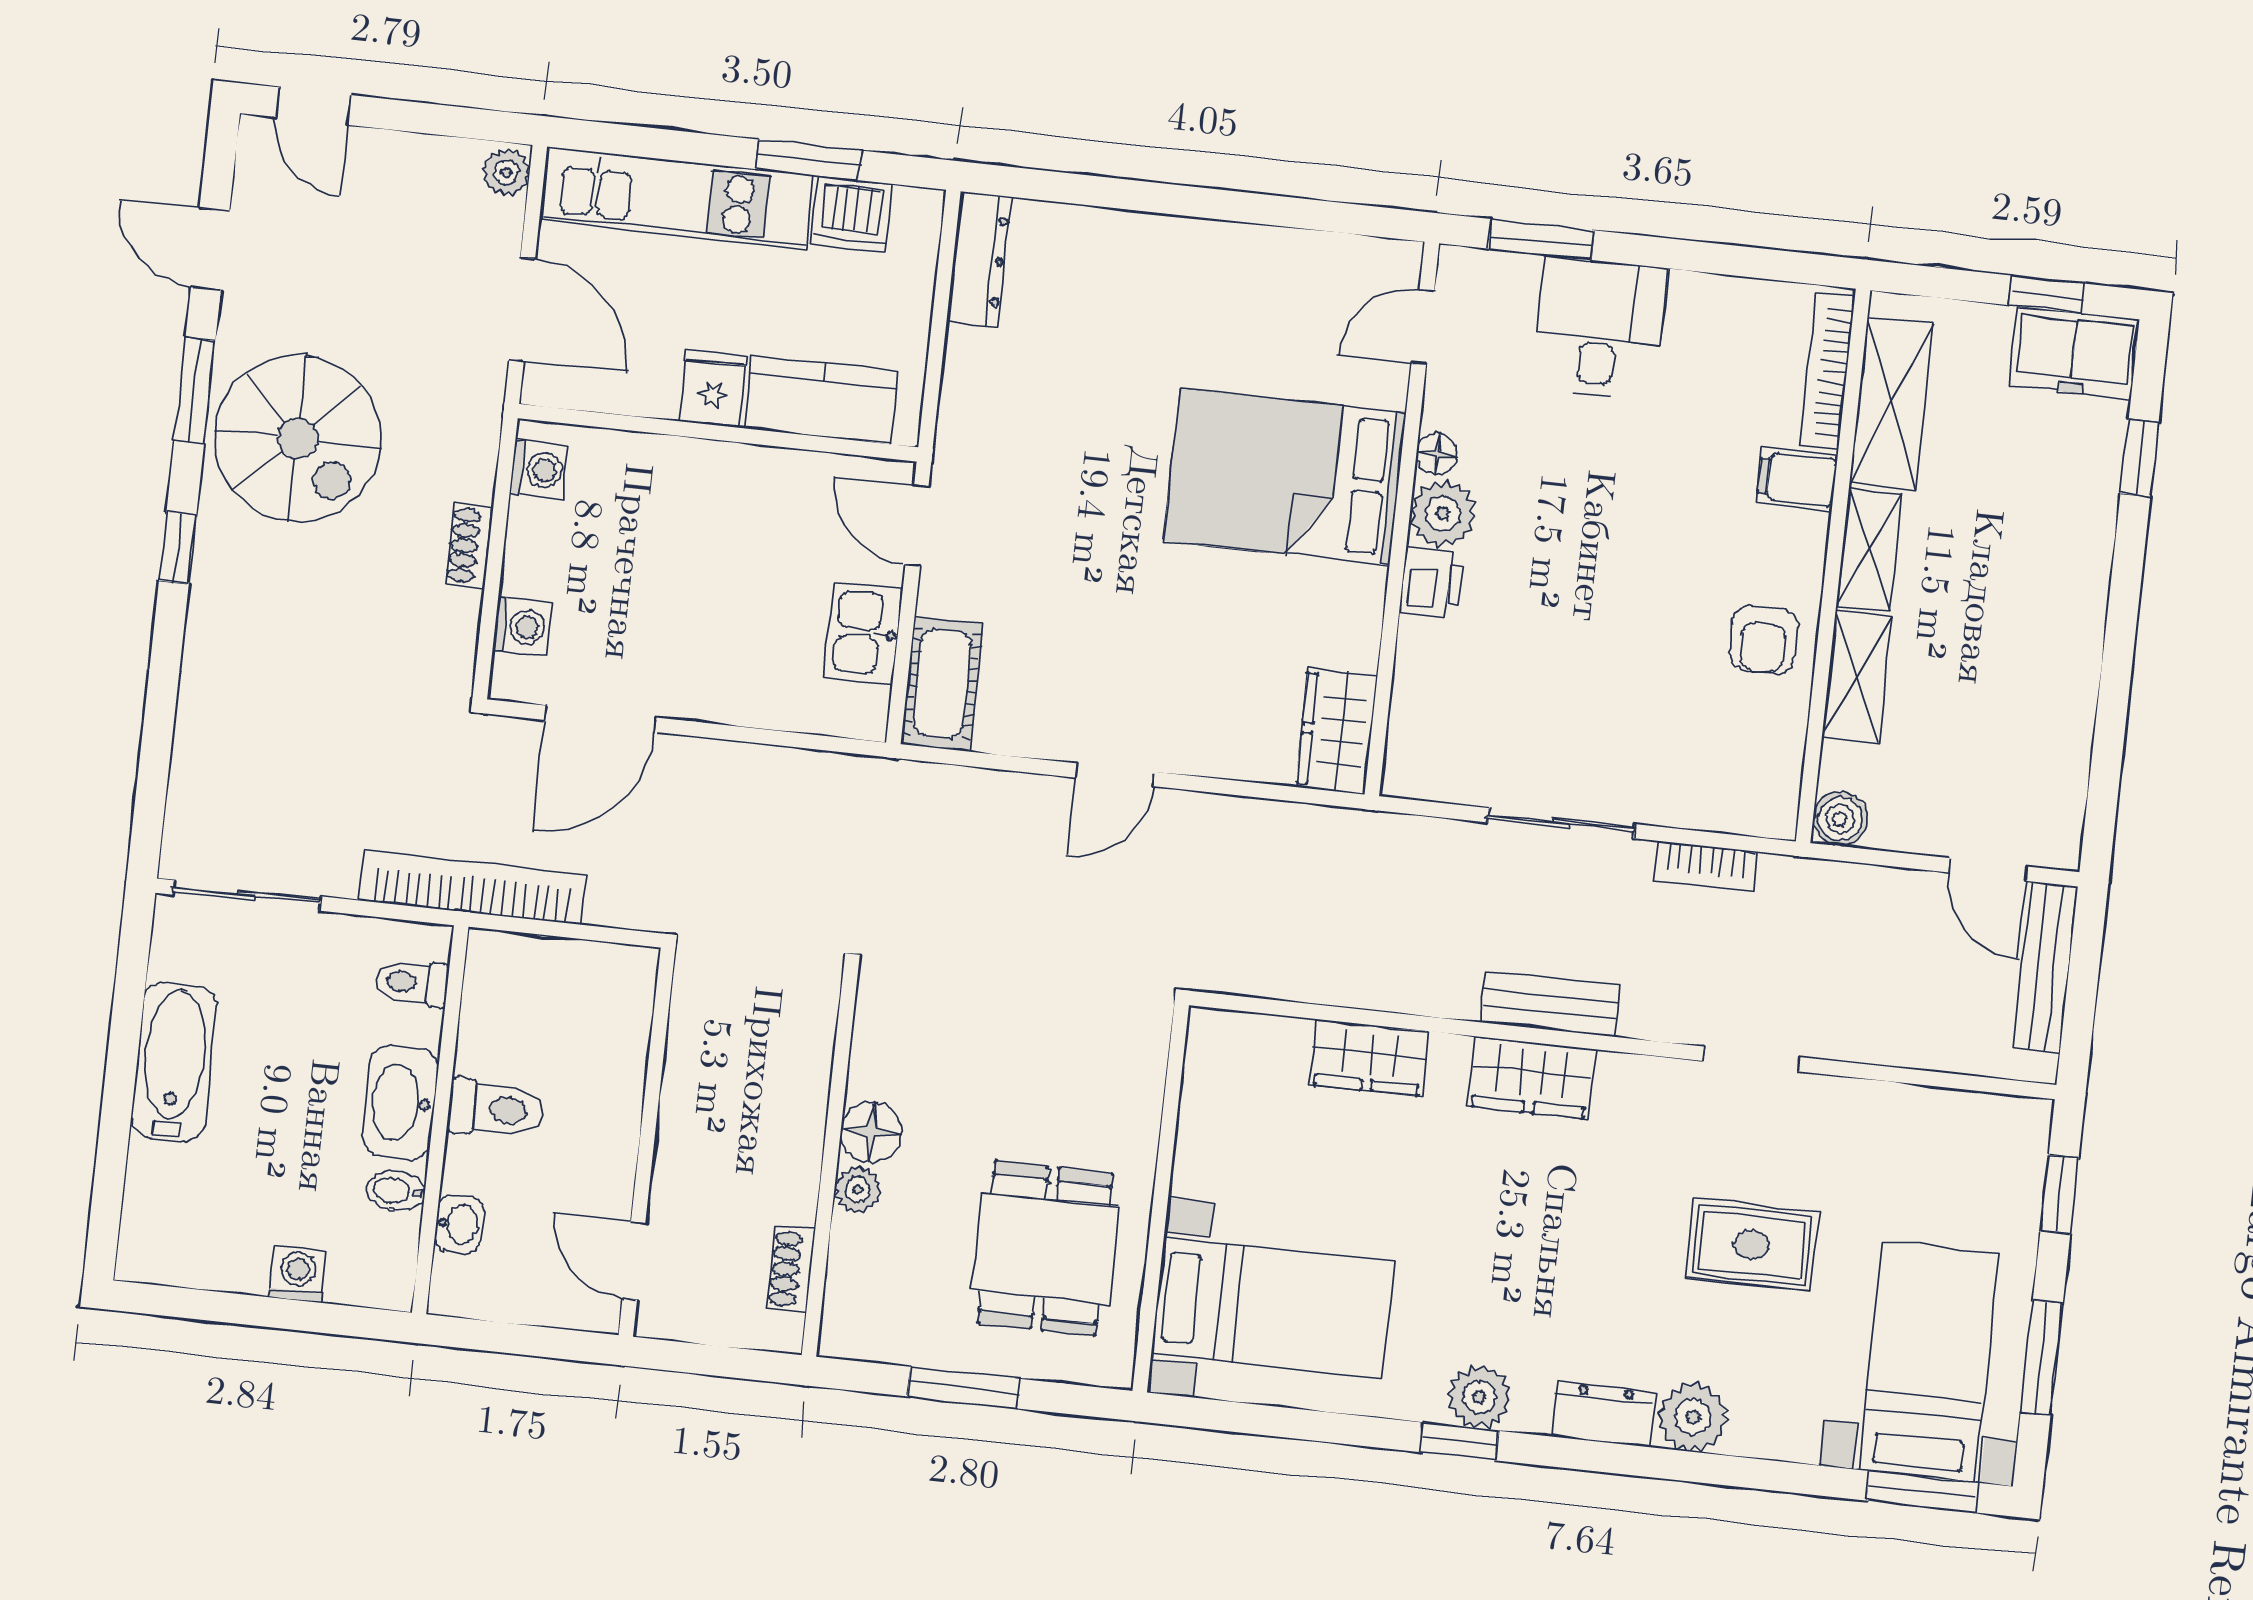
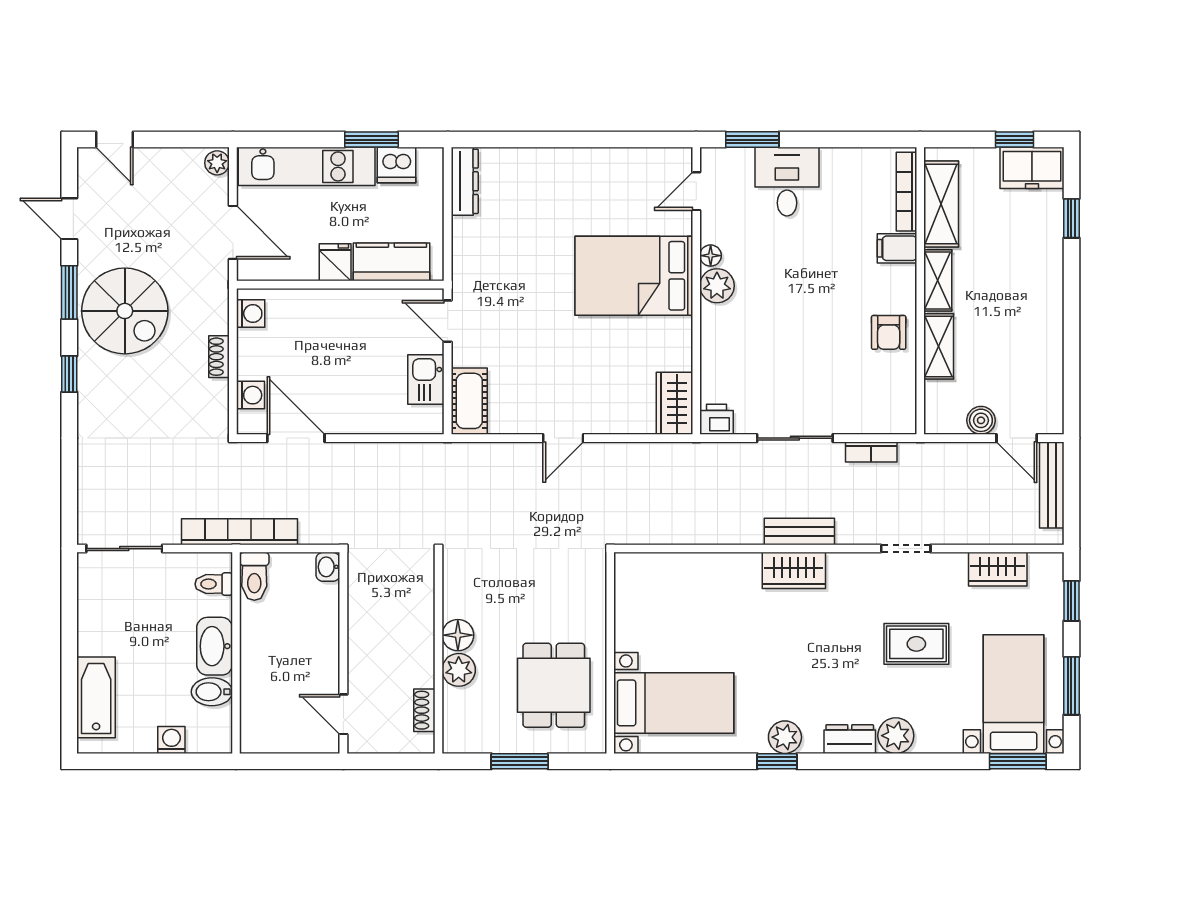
printer: (1432, 583) -> (716, 419), moved, turned -90
door: (600, 719) -> (296, 438), swing flipped
boiler: (1840, 819) -> (981, 420), moved
wardrobe: (1369, 1058) -> (998, 569), moved
bathtub: (174, 1062) -> (96, 697), moved
toilet: (495, 1109) -> (254, 576), moved, turned 90
plant: (858, 1189) -> (459, 670), width x1.38, depth x1.38
bidet: (396, 1191) -> (212, 692), width x1.38, depth x1.36
washbasin: (459, 1224) -> (328, 567), moved, turned 180

